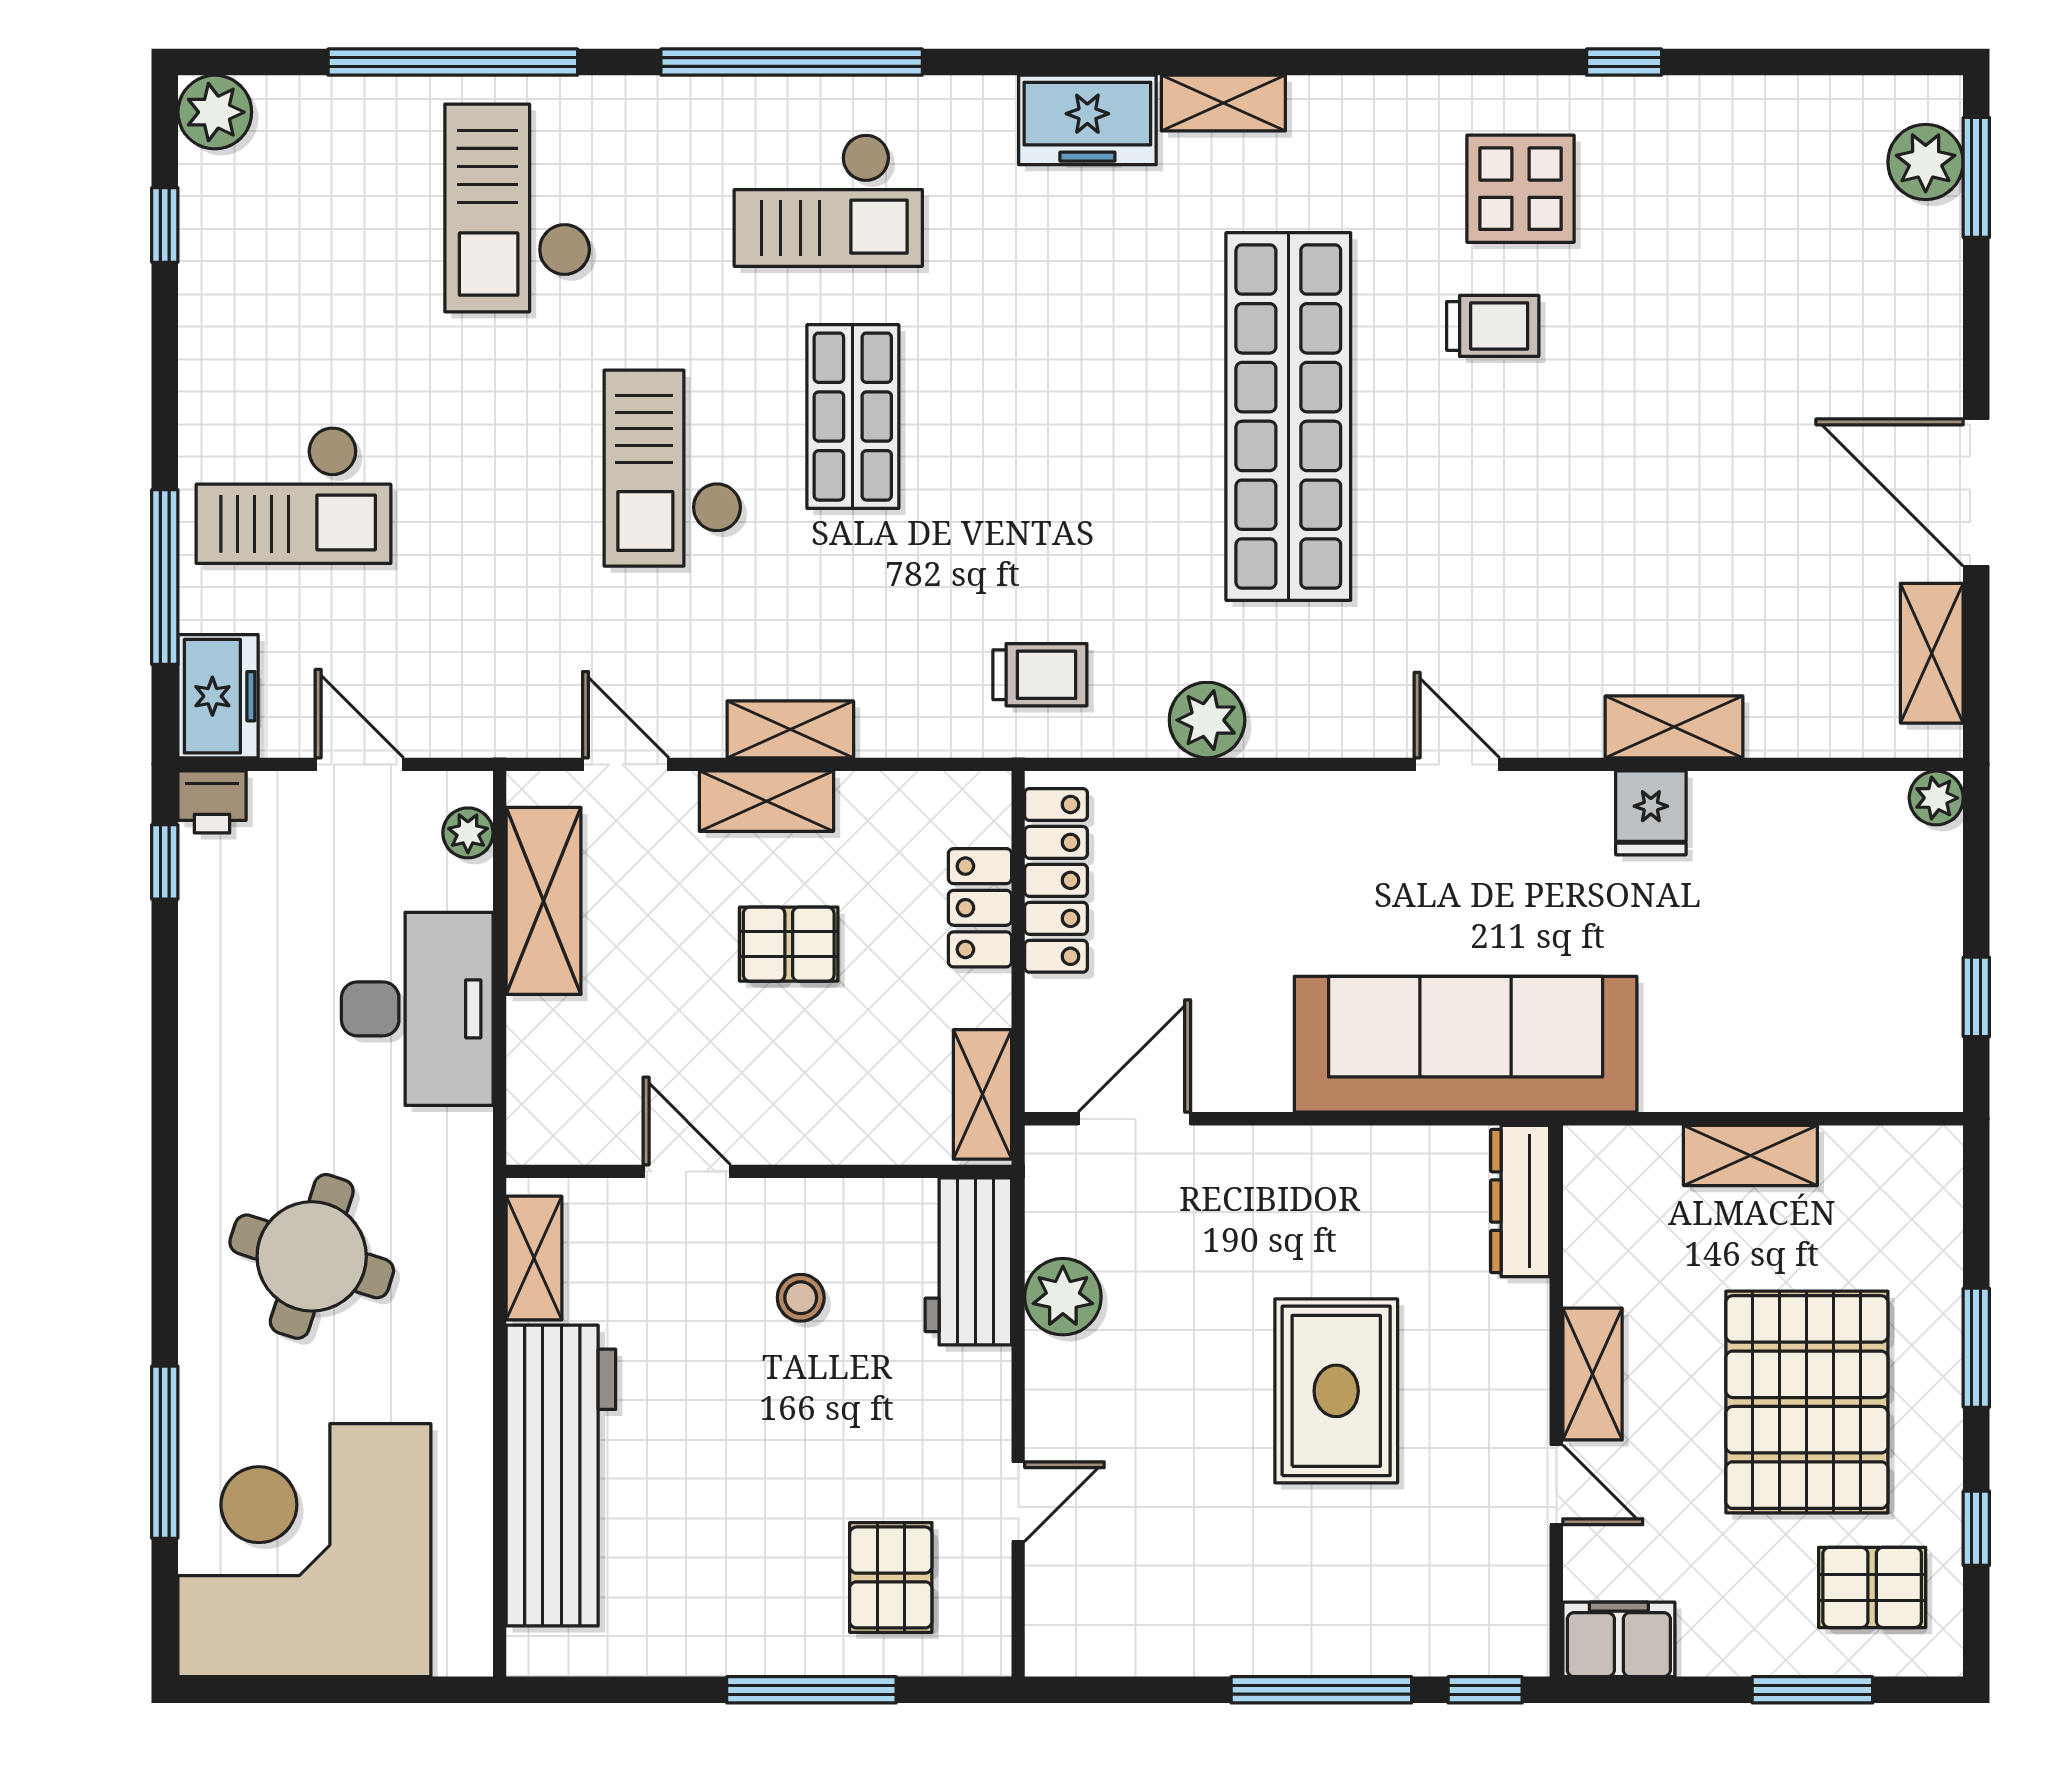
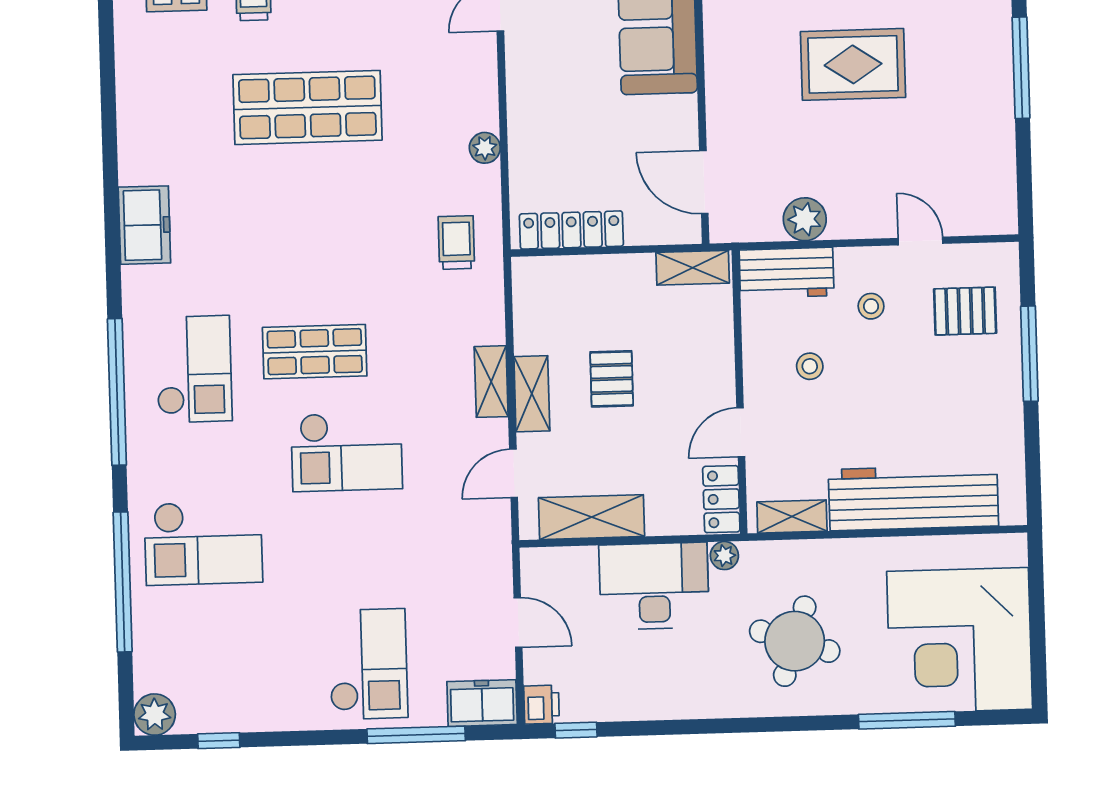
shelving: (1223, 103) -> (133, 149), removed
shop shelf: (1288, 417) -> (307, 107), width x0.71
plant: (1207, 720) -> (485, 148), width x0.73, depth x0.73
door: (359, 764) -> (518, 623), swing flipped
plant: (468, 833) -> (724, 556), moved
locker: (980, 908) -> (721, 499), moved, turned 90
stool: (904, 1410) -> (871, 306), added

